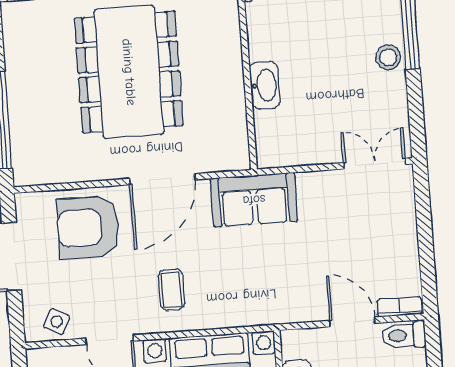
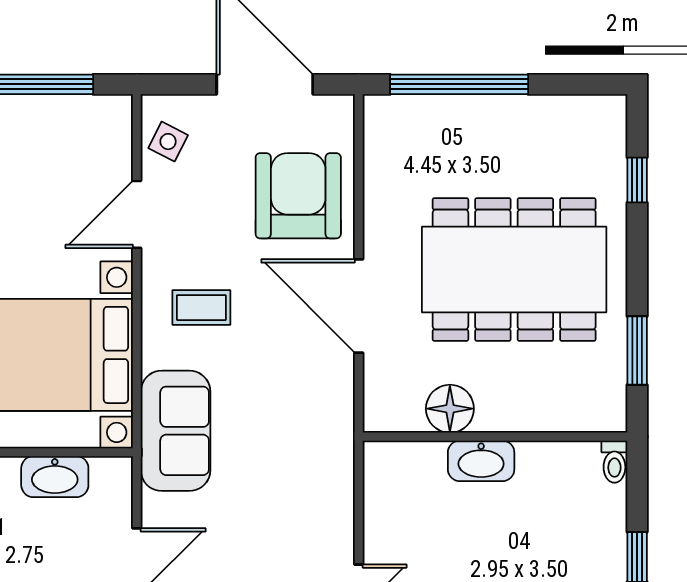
floor lamp: (230, 110) -> (450, 409), added
sofa: (254, 200) -> (176, 431), moved, turned 180

